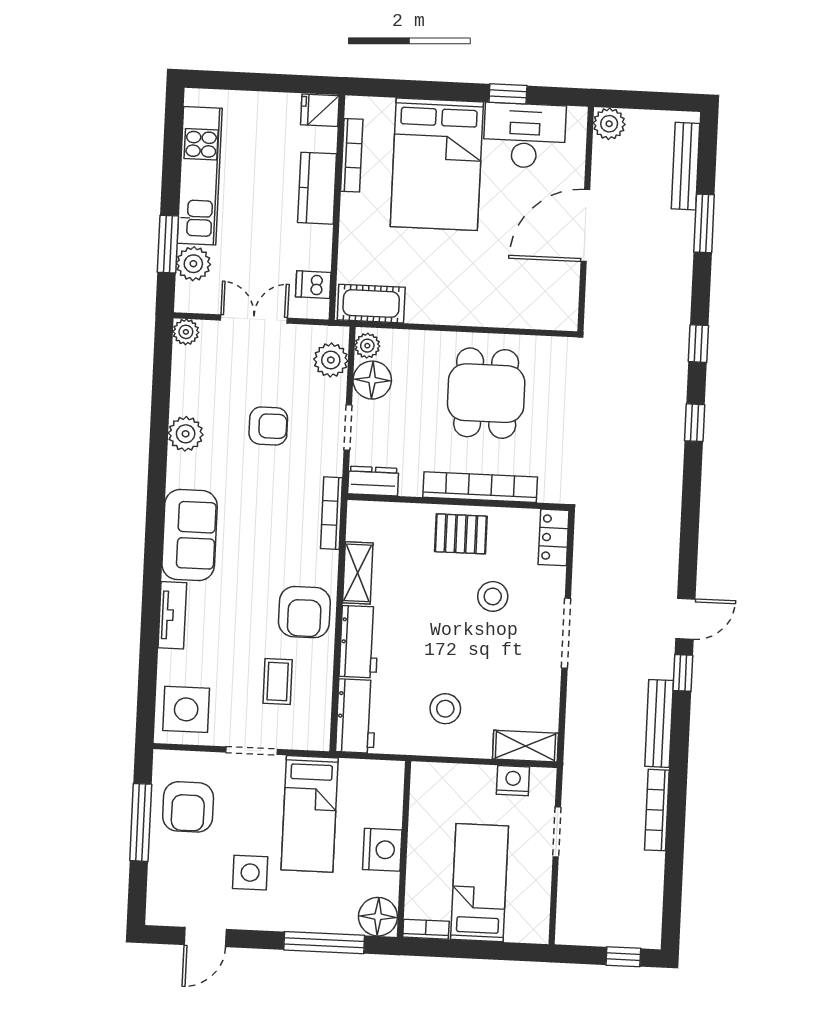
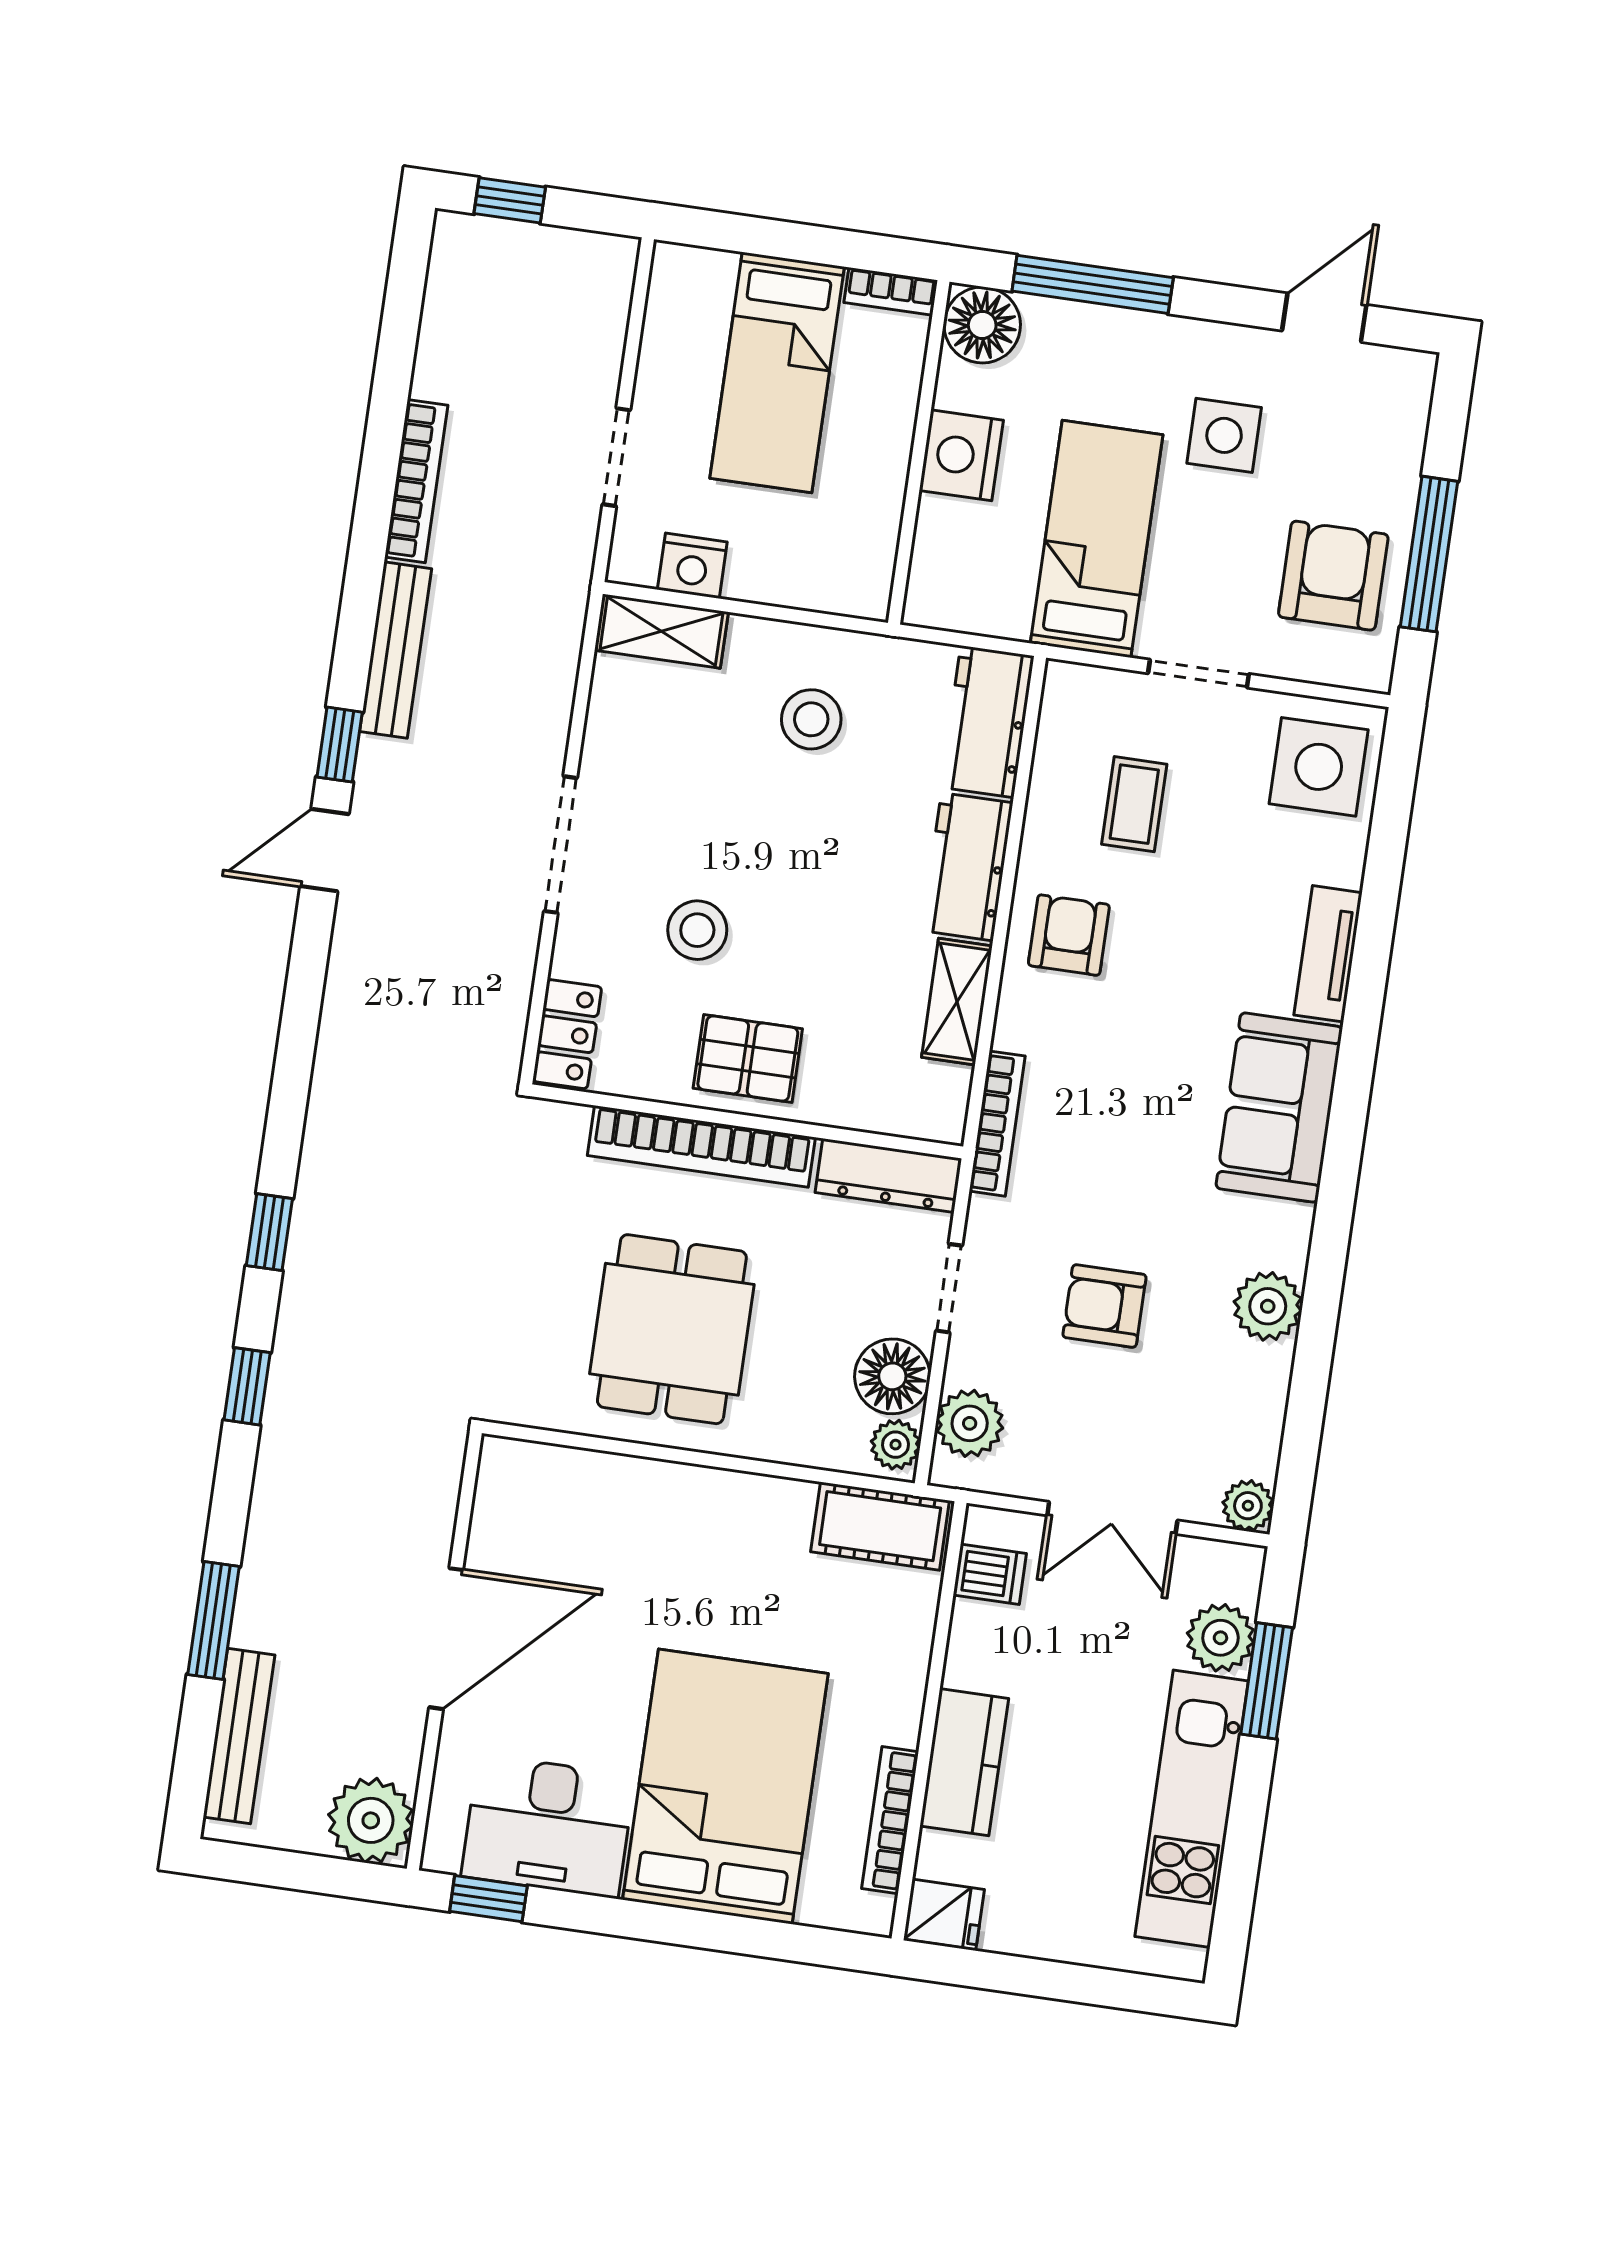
window: (508, 94) -> (488, 1899), moved
plant: (609, 124) -> (371, 1820), width x1.36, depth x1.36
dresser: (373, 481) -> (888, 1176), width x1.44
armchair: (304, 612) -> (1069, 935), width x0.72, depth x0.72

